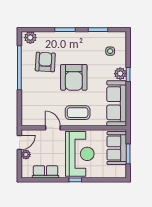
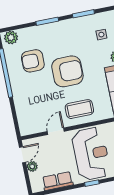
armchair: (45, 62) -> (33, 61), turned -93
armchair: (74, 77) -> (67, 71), turned -90
door: (53, 128) -> (56, 131), hinge flipped

